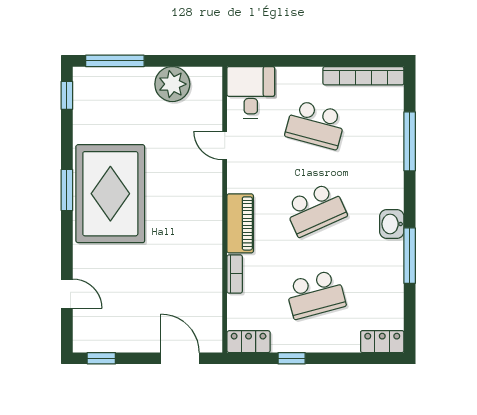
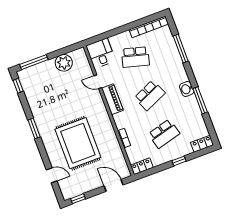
rug: (110, 194) -> (78, 143), moved
piano: (240, 223) -> (112, 99), moved
window: (292, 358) -> (179, 161), moved

